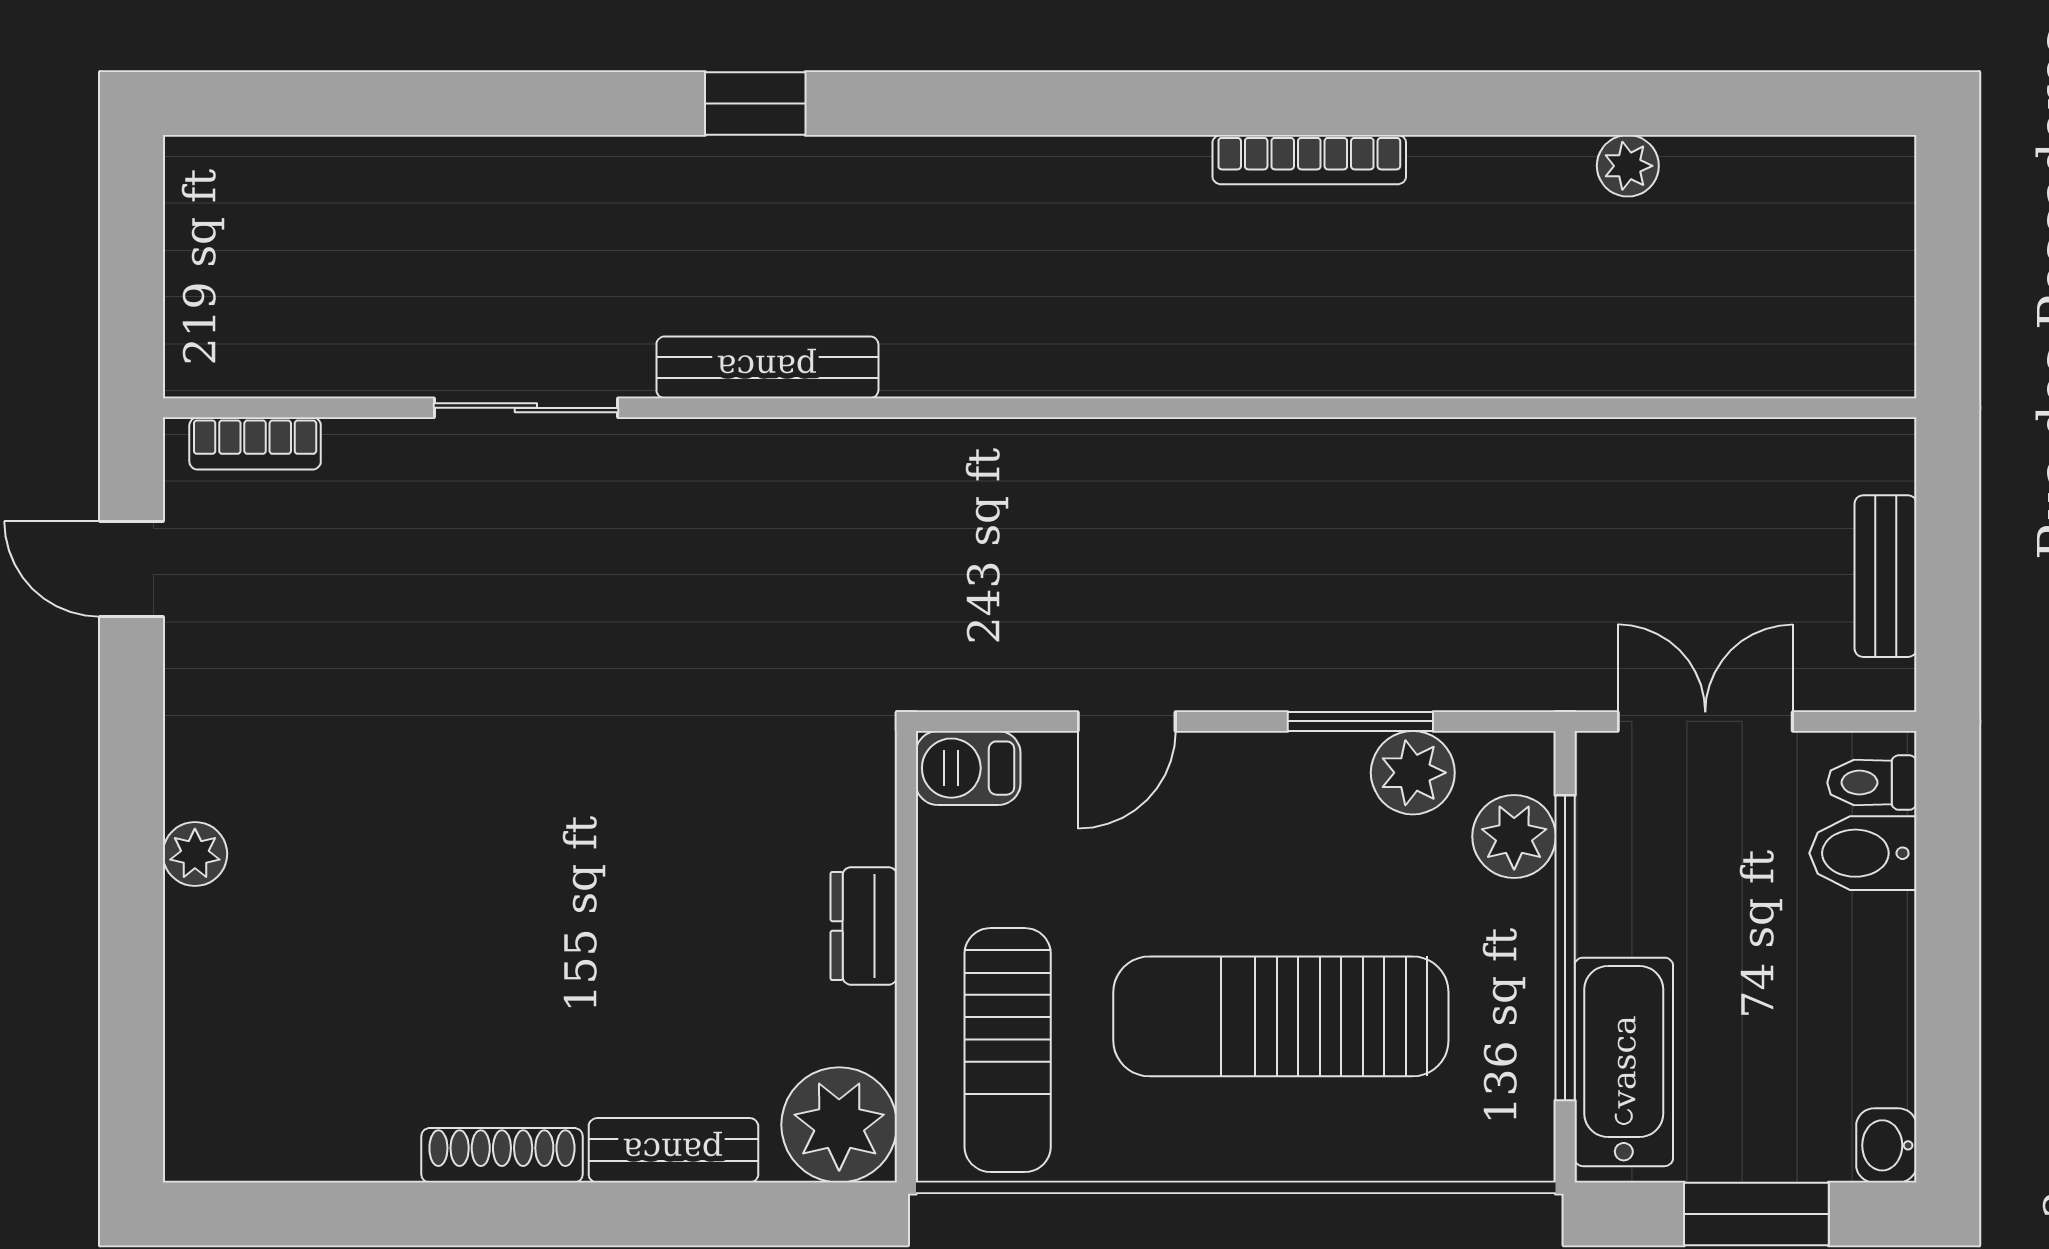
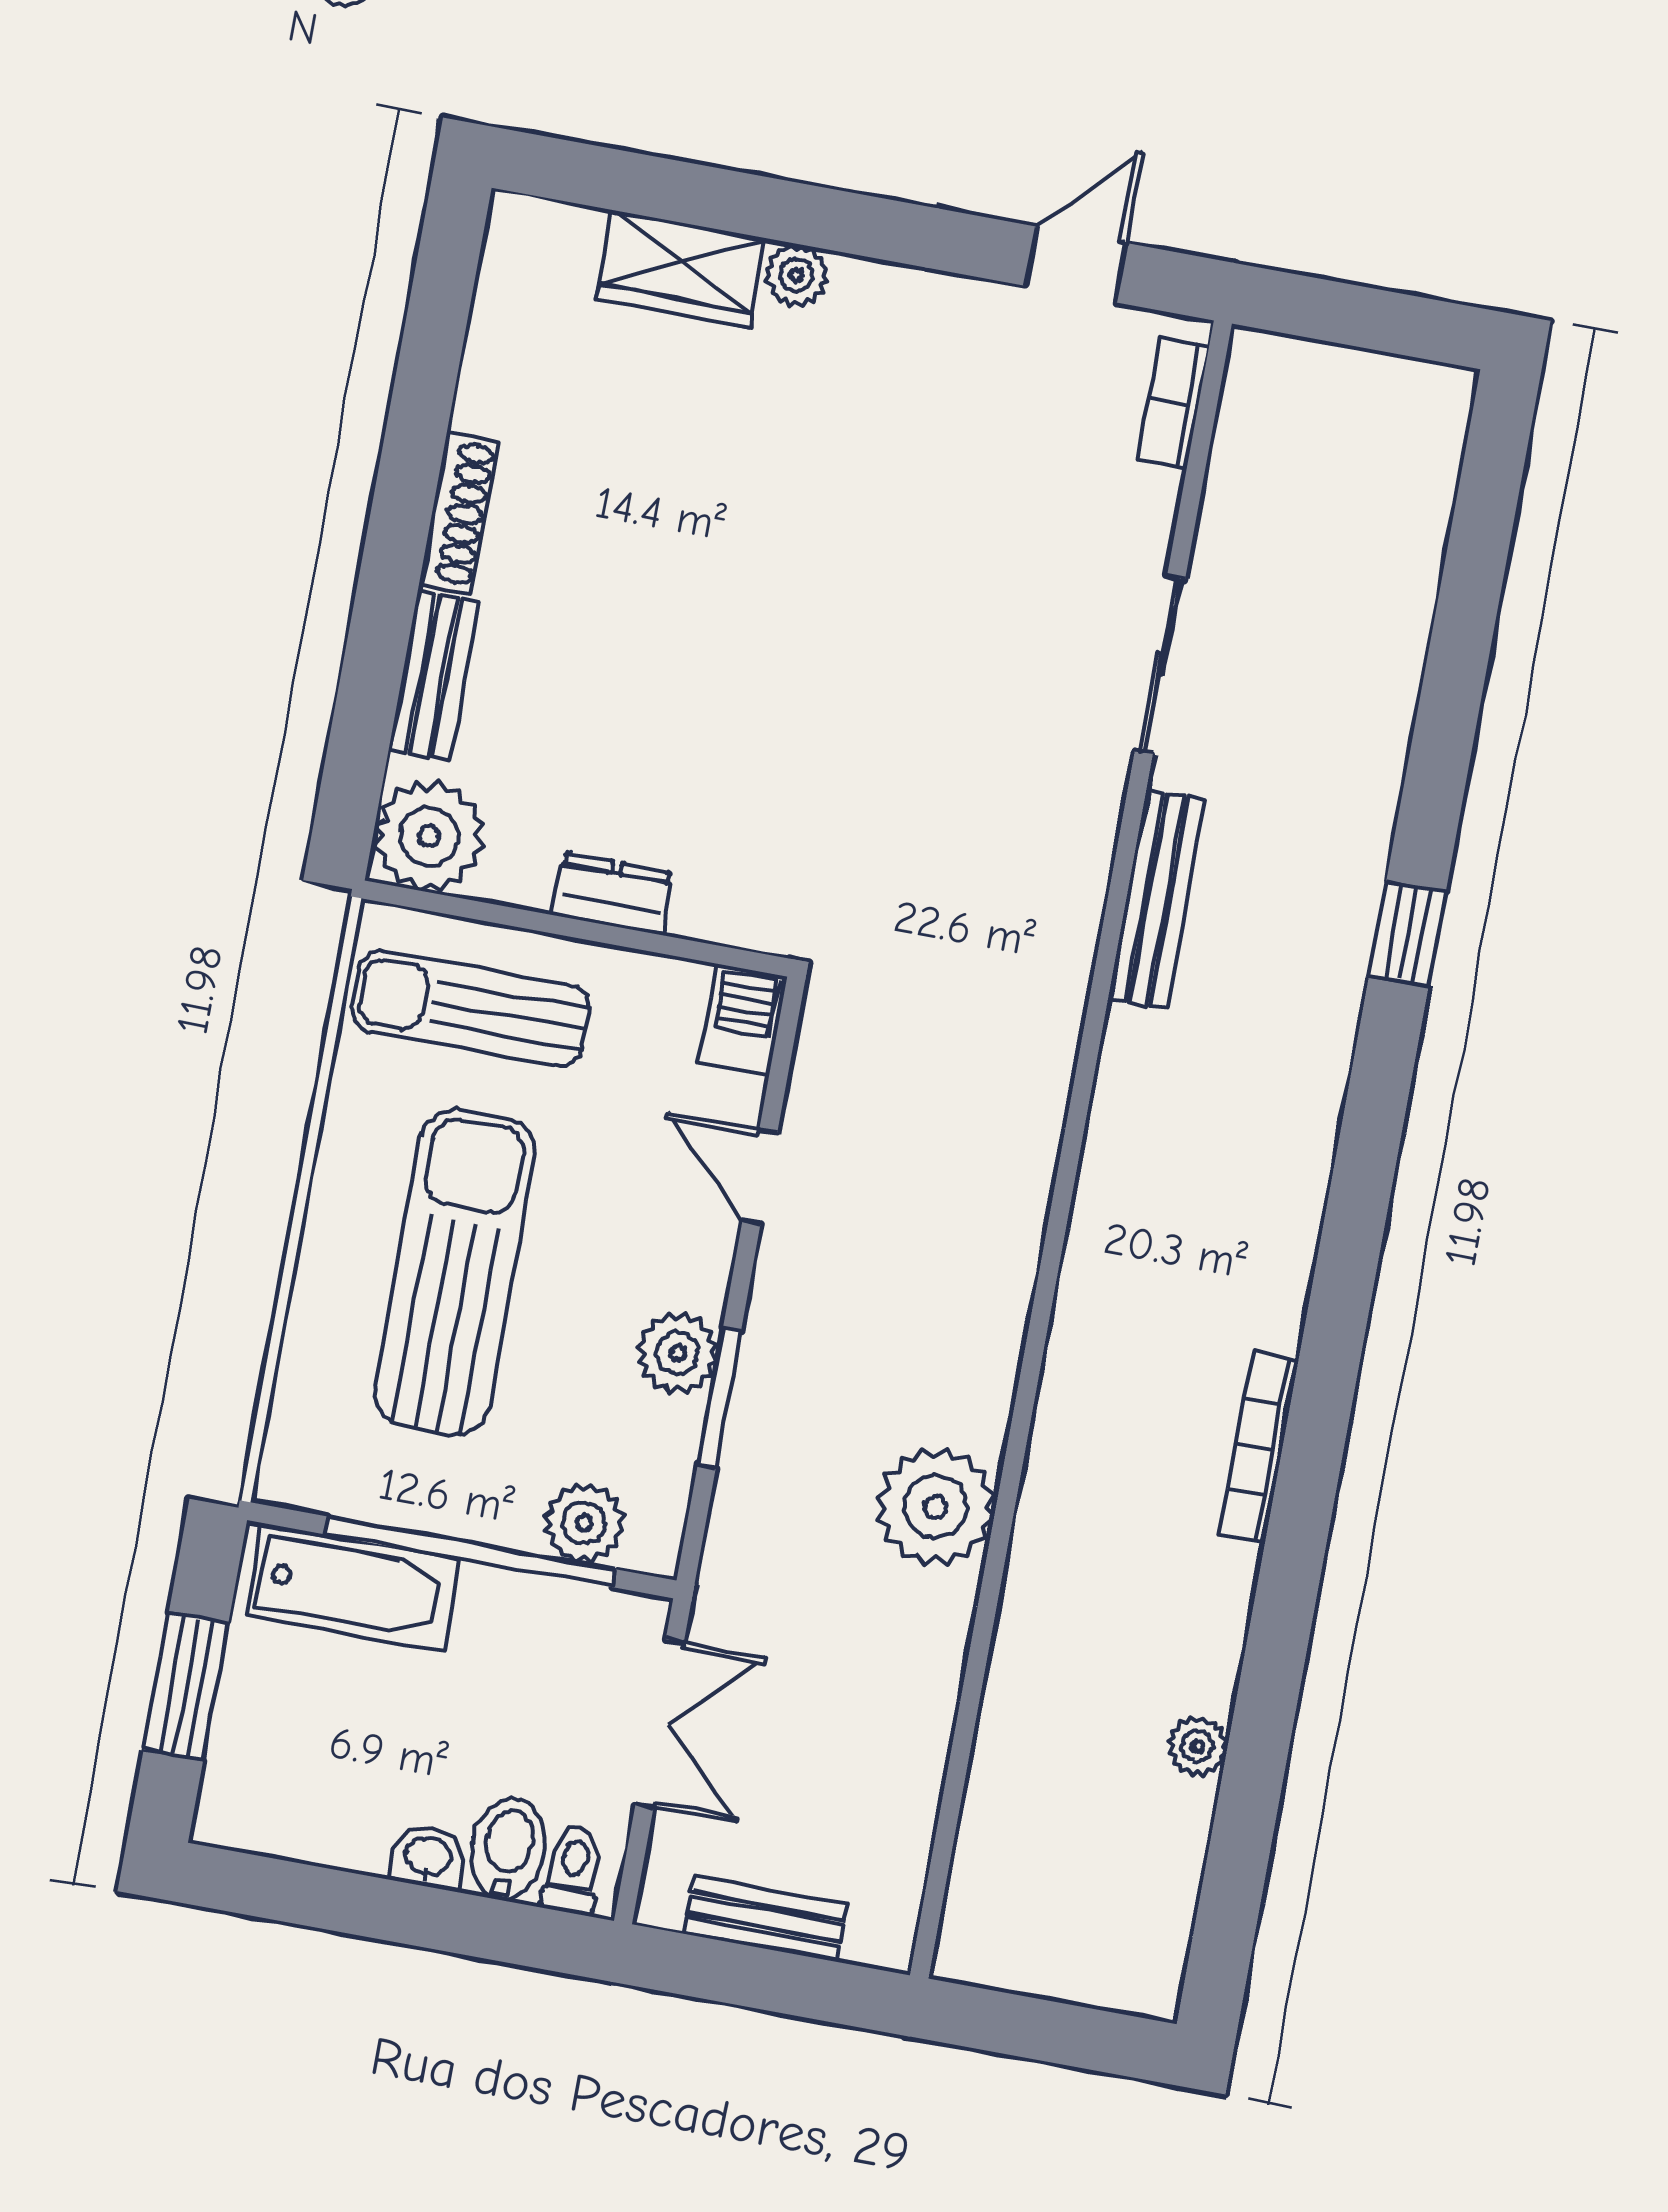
plant: (1432, 480) -> (935, 1507), added
plant: (1413, 773) -> (678, 1353), moved
wardrobe: (210, 974) -> (681, 268), added
washbasin: (1886, 1145) -> (428, 1857), moved

